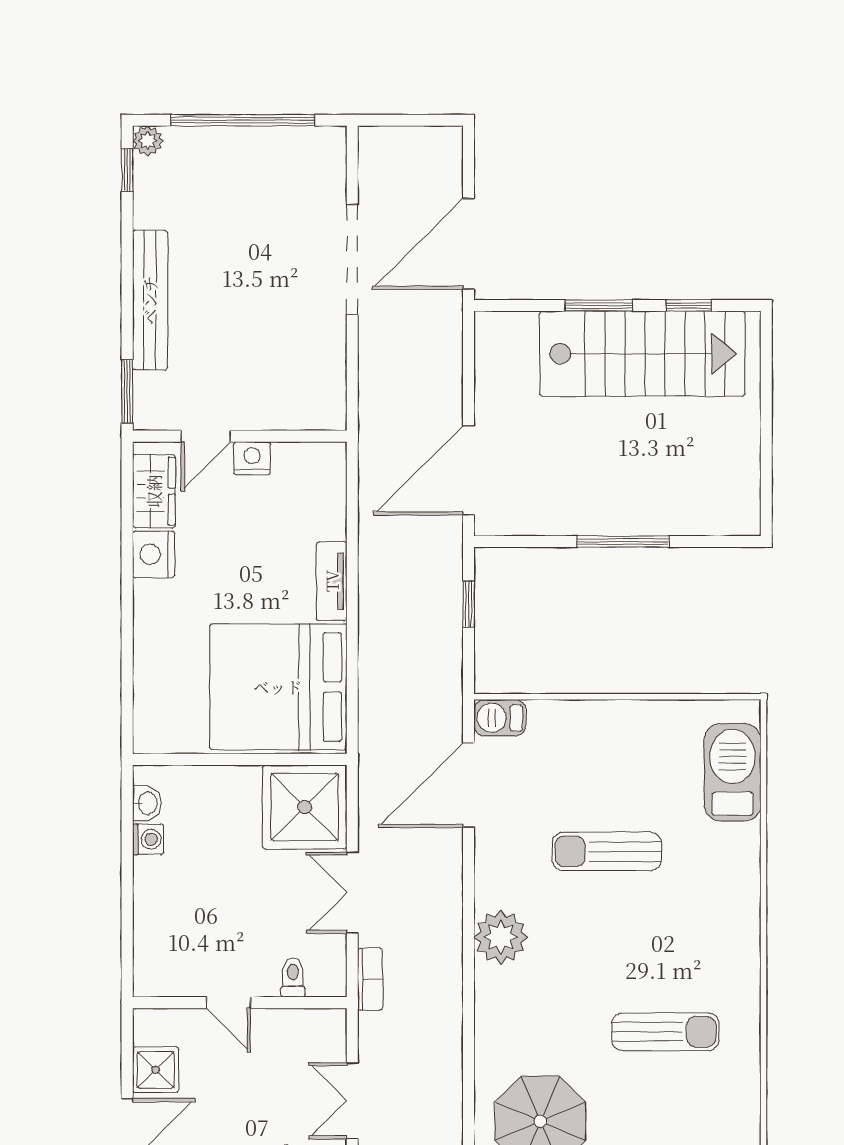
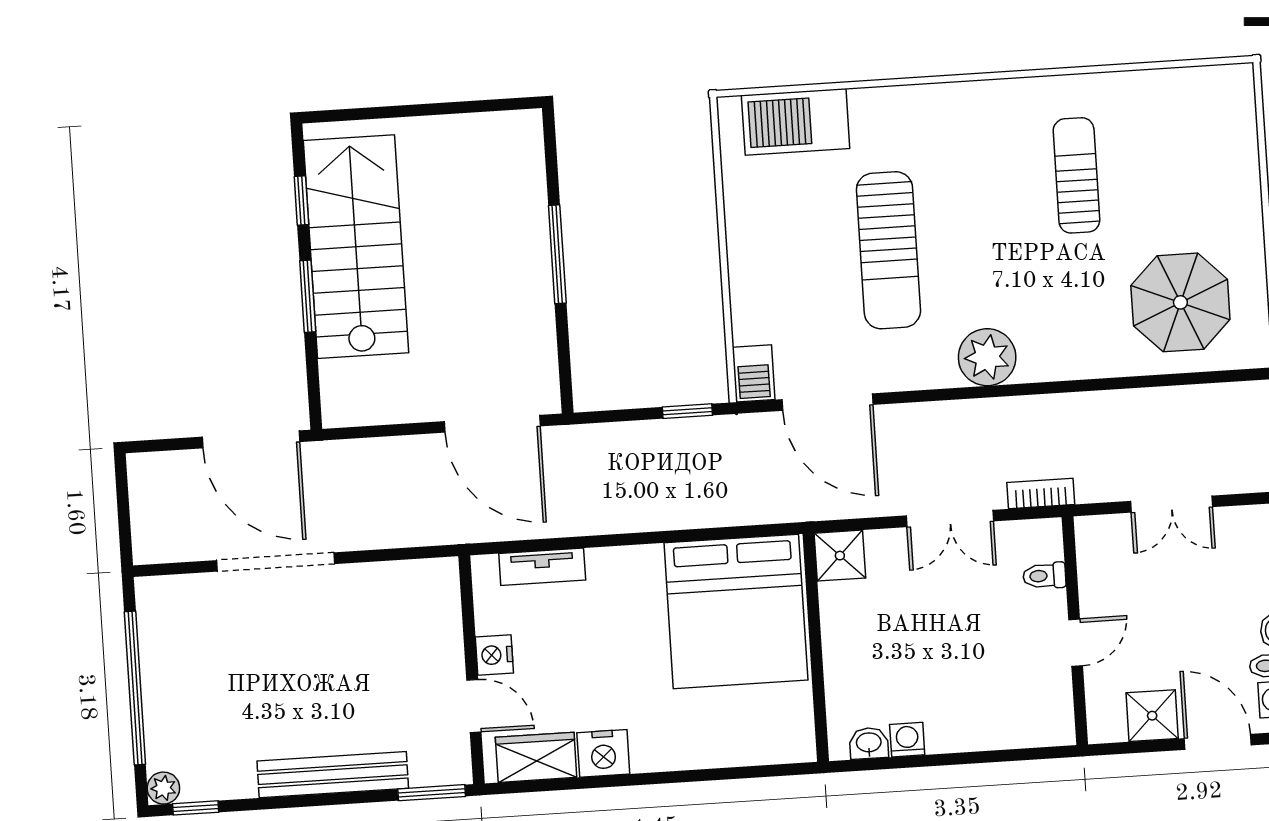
tv unit: (332, 581) -> (542, 567), moved
window: (468, 604) -> (687, 411), moved
shower: (305, 807) -> (840, 556), width x0.54, depth x0.54
sun lounger: (607, 851) -> (888, 250), width x1.36, depth x1.34

